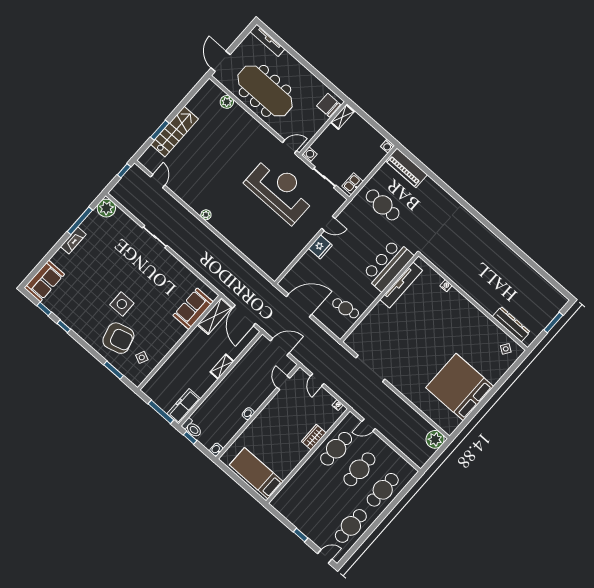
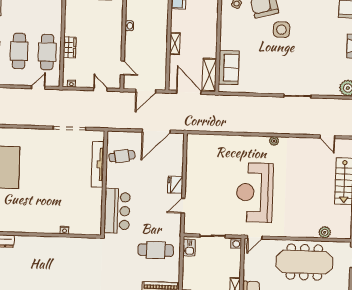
reception desk: (280, 190) -> (255, 192), moved, turned 90
tv unit: (401, 285) -> (98, 164), moved

